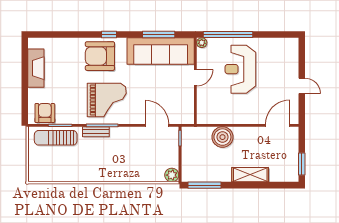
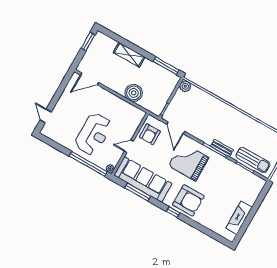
door: (302, 86) -> (46, 116), moved
grand piano: (107, 100) -> (189, 162), moved
armchair: (45, 113) -> (150, 134), moved

